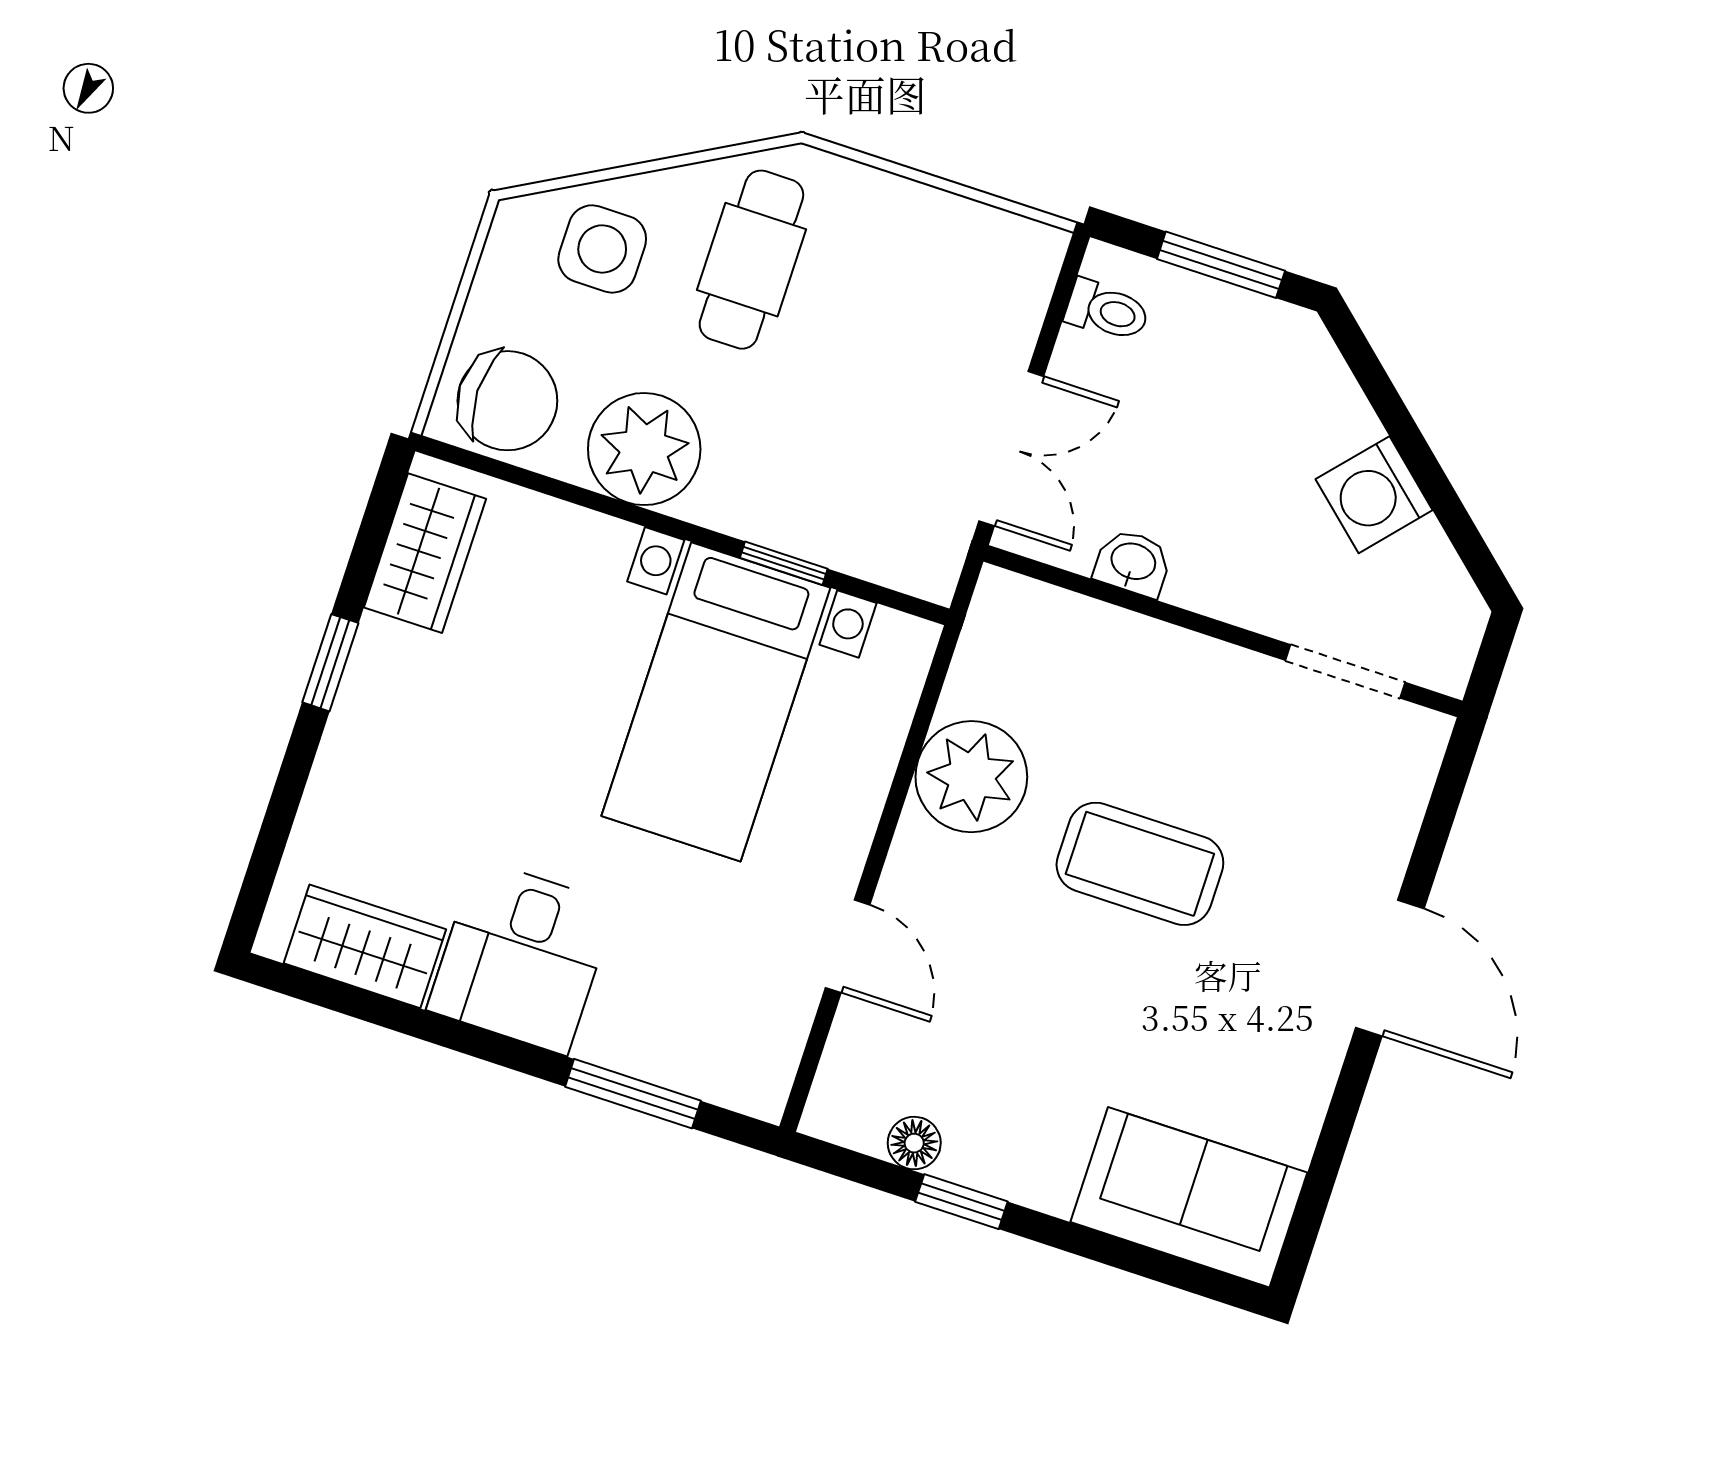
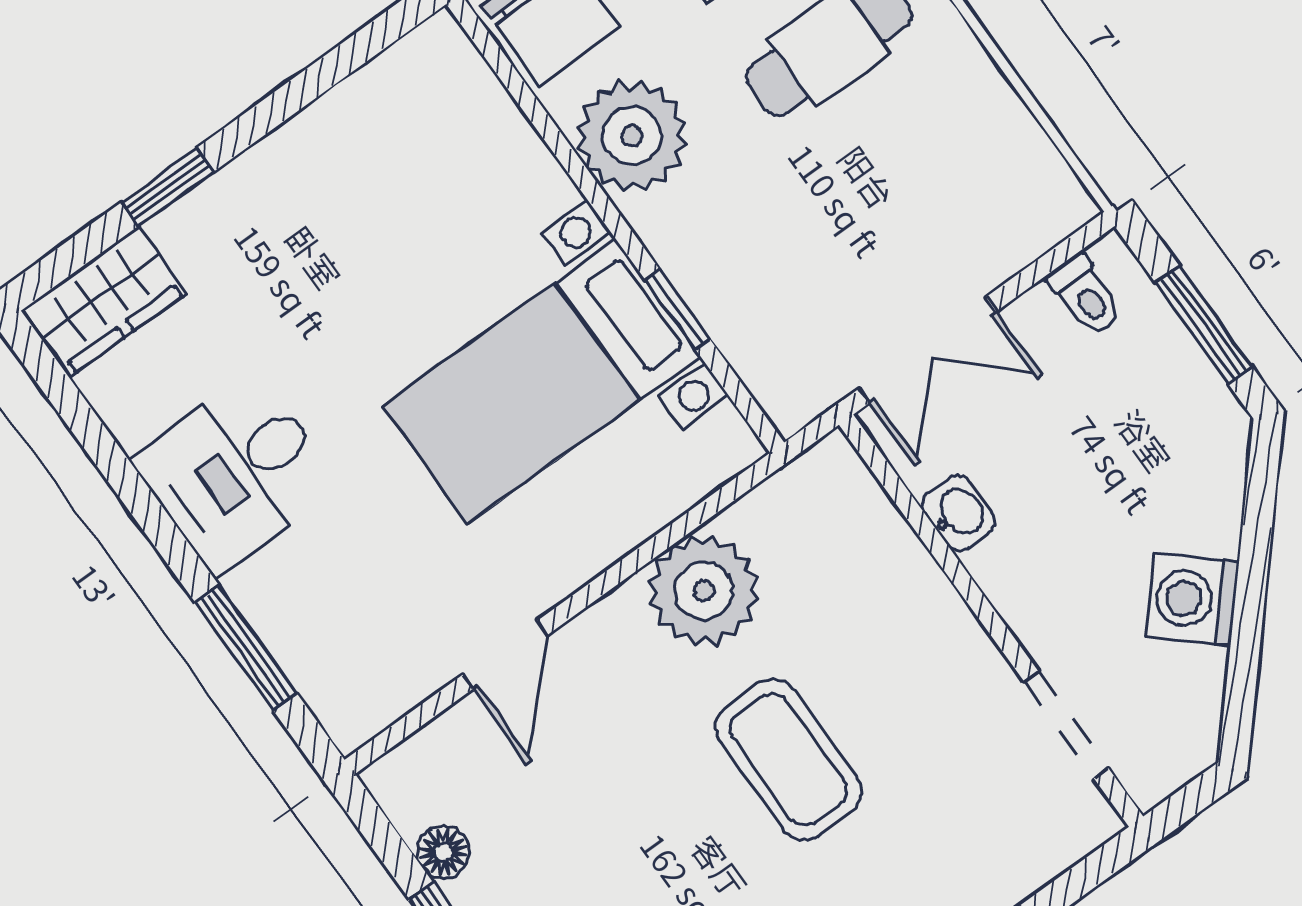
wardrobe: (425, 553) -> (395, 91), removed
window: (330, 663) -> (168, 187), moved
wardrobe: (365, 946) -> (105, 301), moved, turned 90

